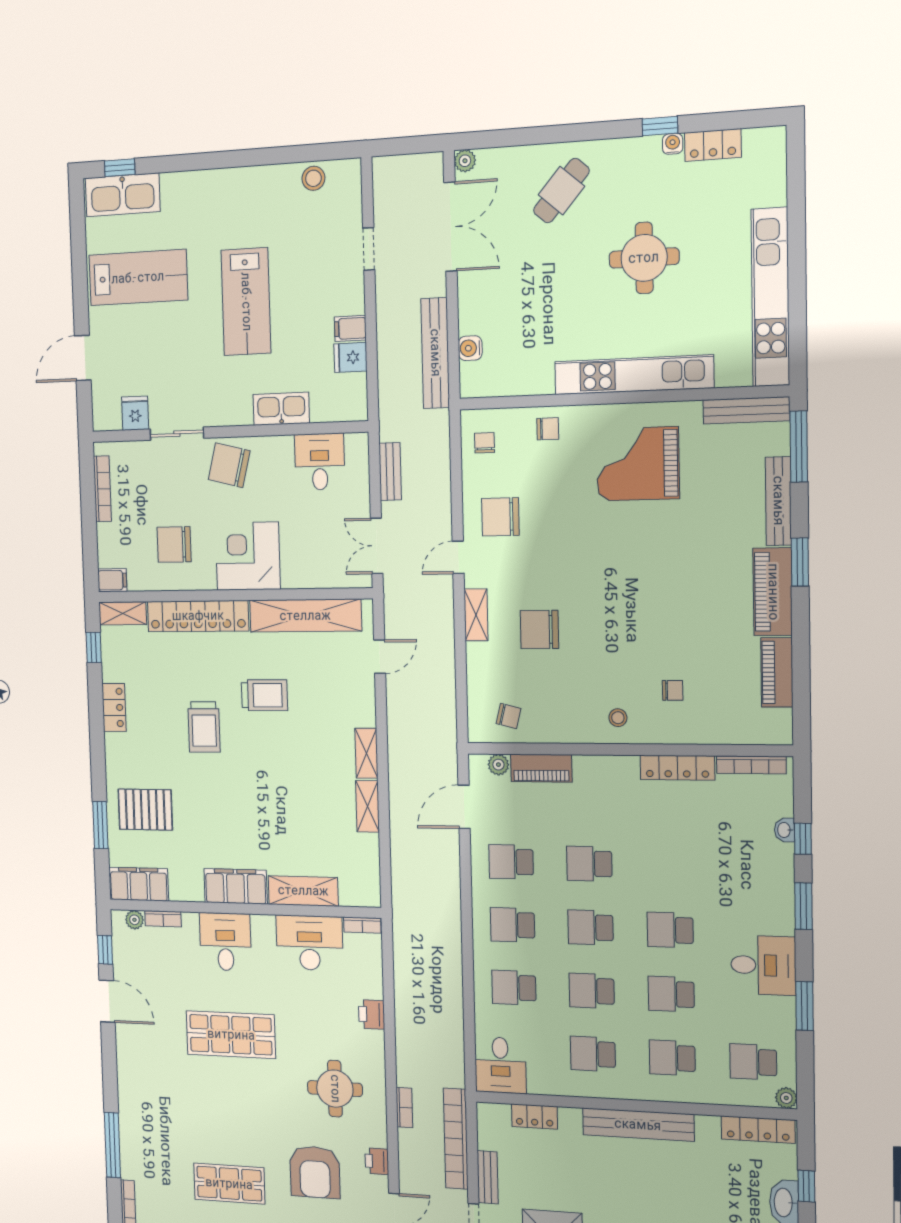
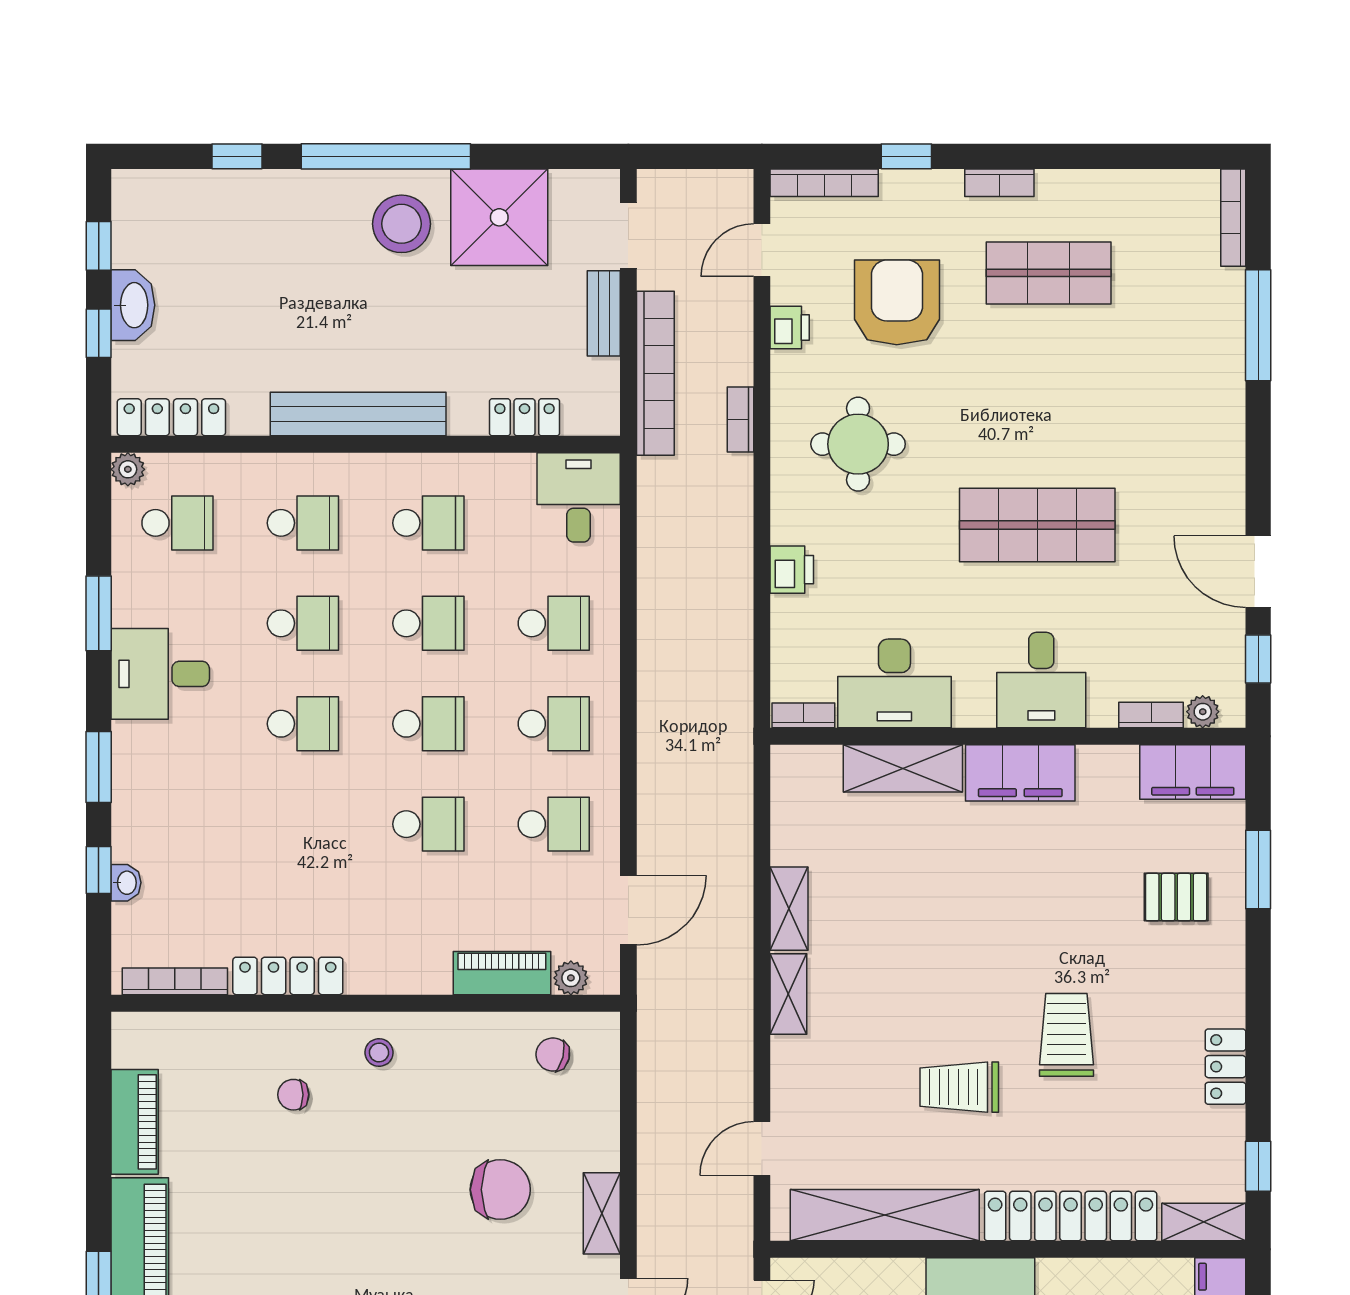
pallet: (145, 810) -> (1176, 897), width x0.67, depth x0.71

